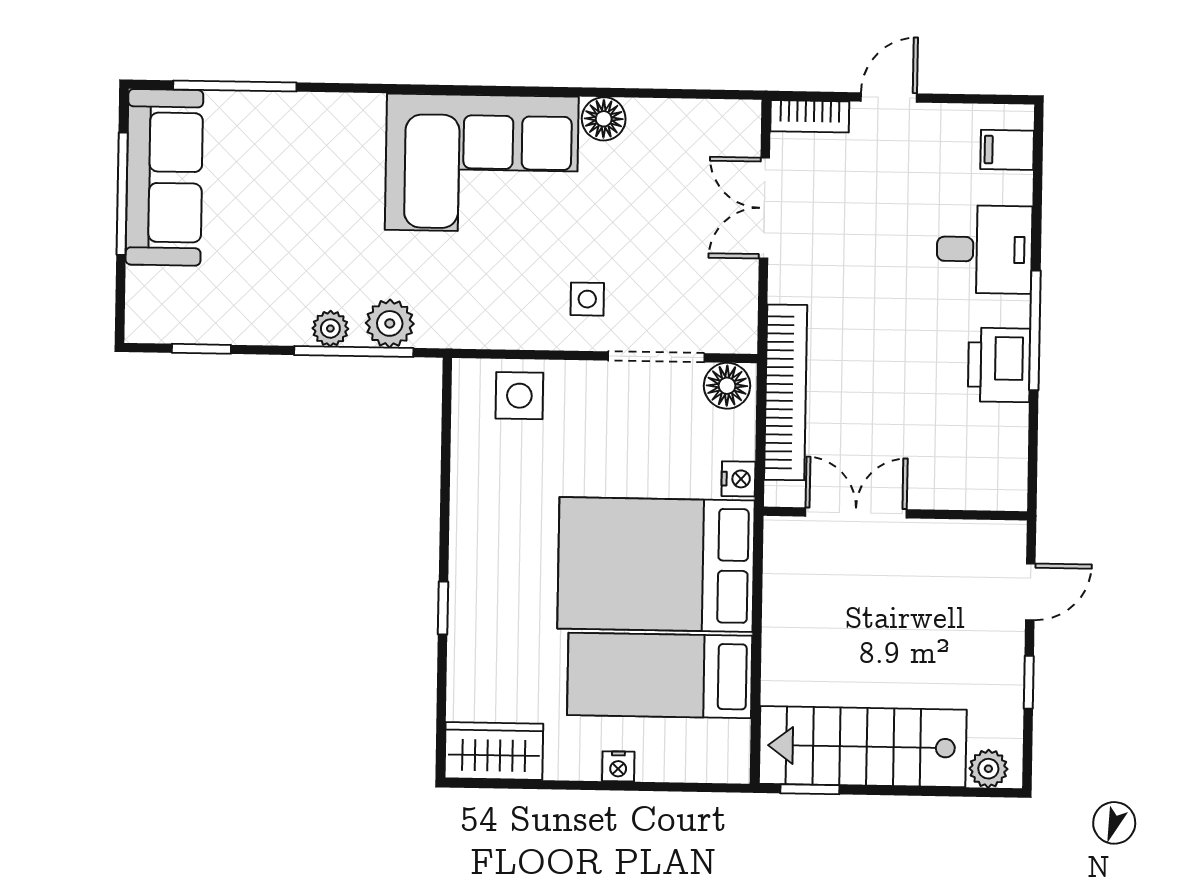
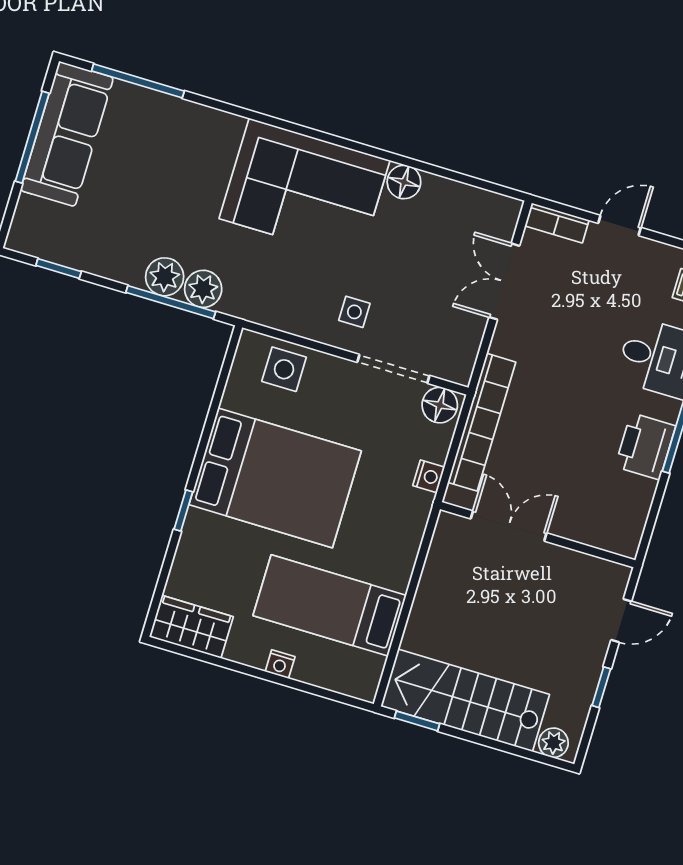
plant: (330, 329) -> (165, 277), width x1.38, depth x1.38
bed: (656, 565) -> (275, 478), moved, turned 180

